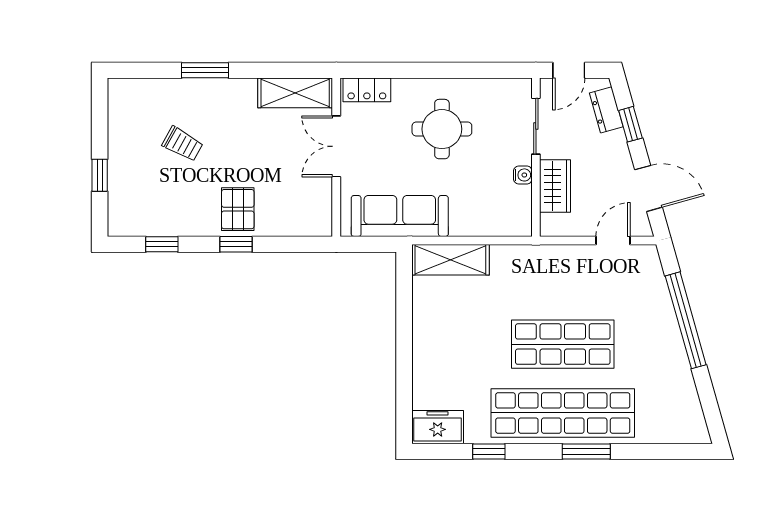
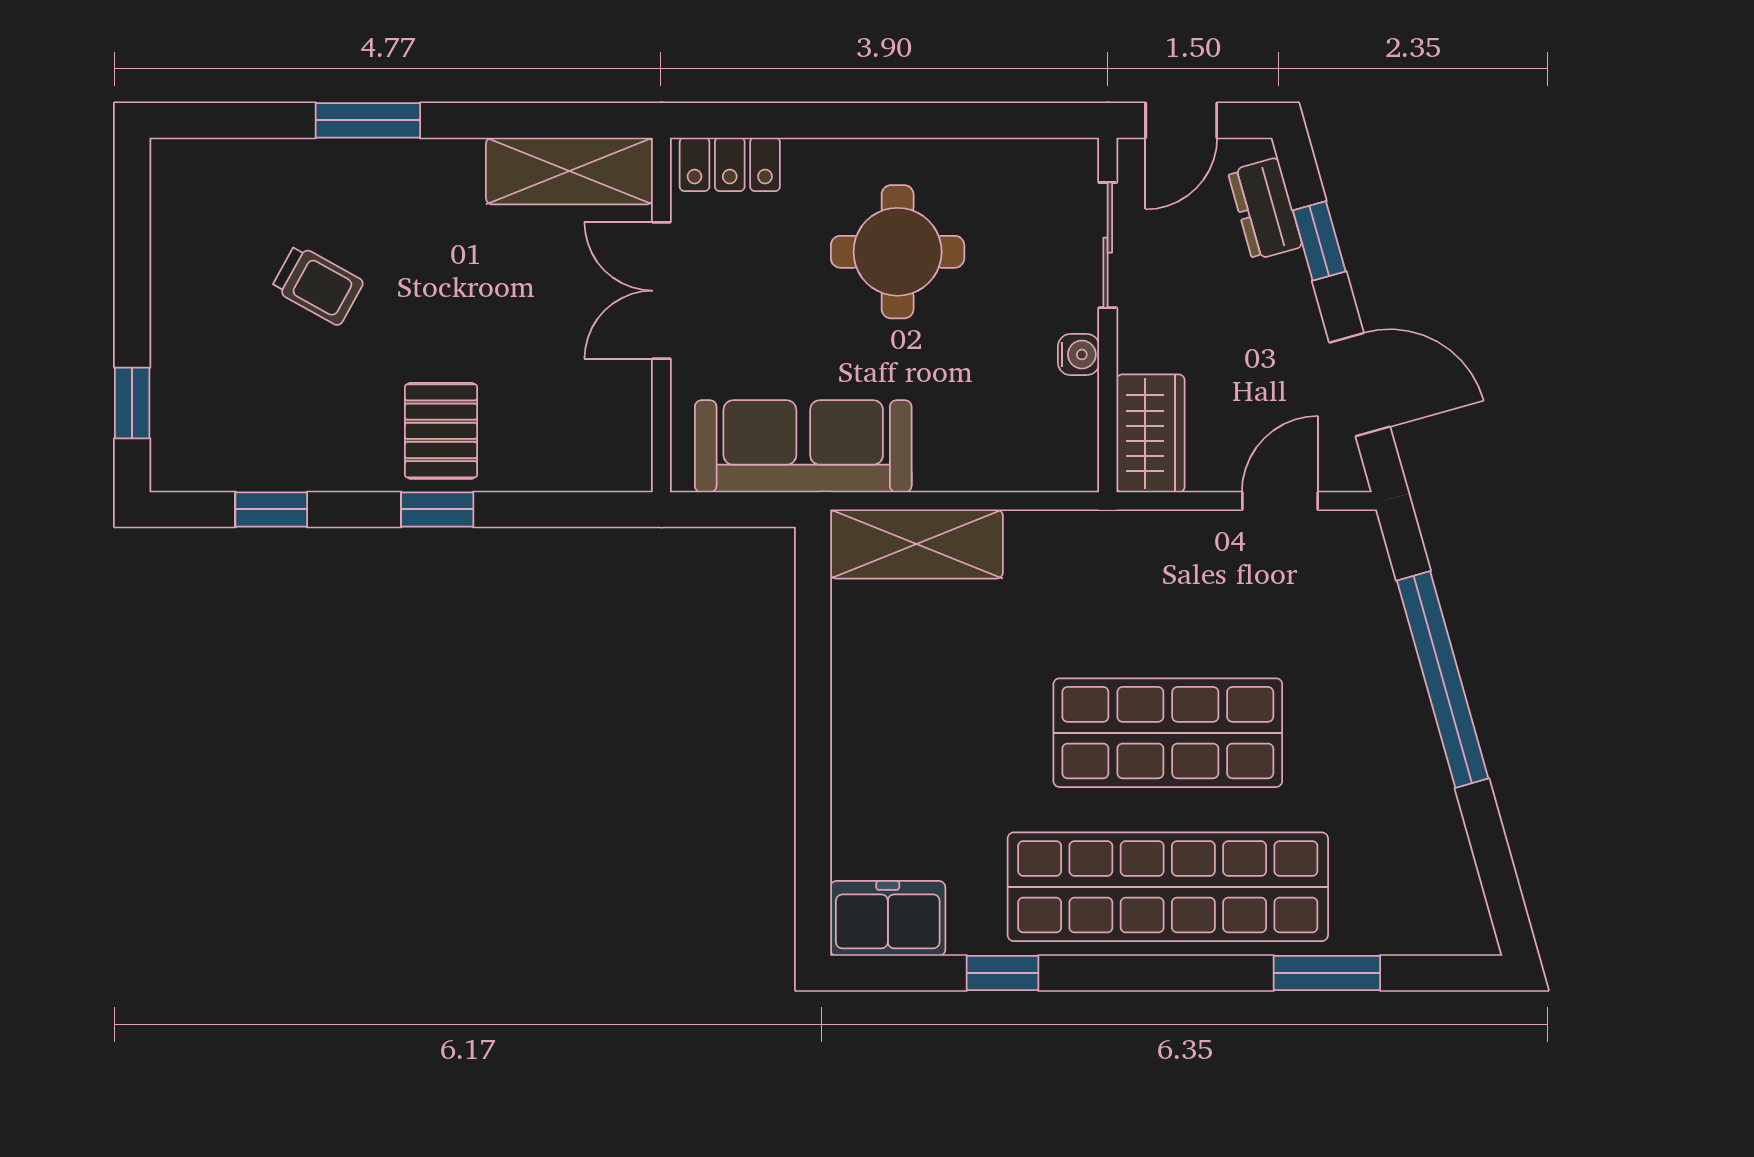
window: (100, 175) -> (132, 403), moved
wardrobe: (555, 186) -> (1151, 433), moved
window: (586, 452) -> (1327, 973), moved

